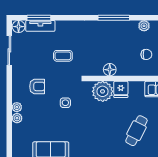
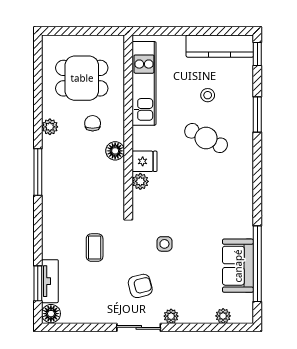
sliding door: (9, 50) -> (139, 327), moved
floor lamp: (110, 70) -> (115, 151), moved
armchair: (37, 86) -> (140, 286), turned 76
plant: (103, 91) -> (140, 181), width x0.53, depth x0.53
plant: (17, 118) -> (223, 316), moved

